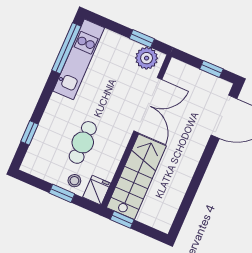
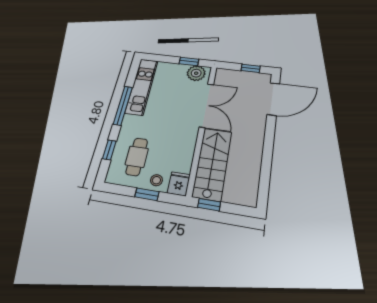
window: (66, 48) -> (123, 105), moved
cafe table: (83, 142) -> (137, 157), moved

